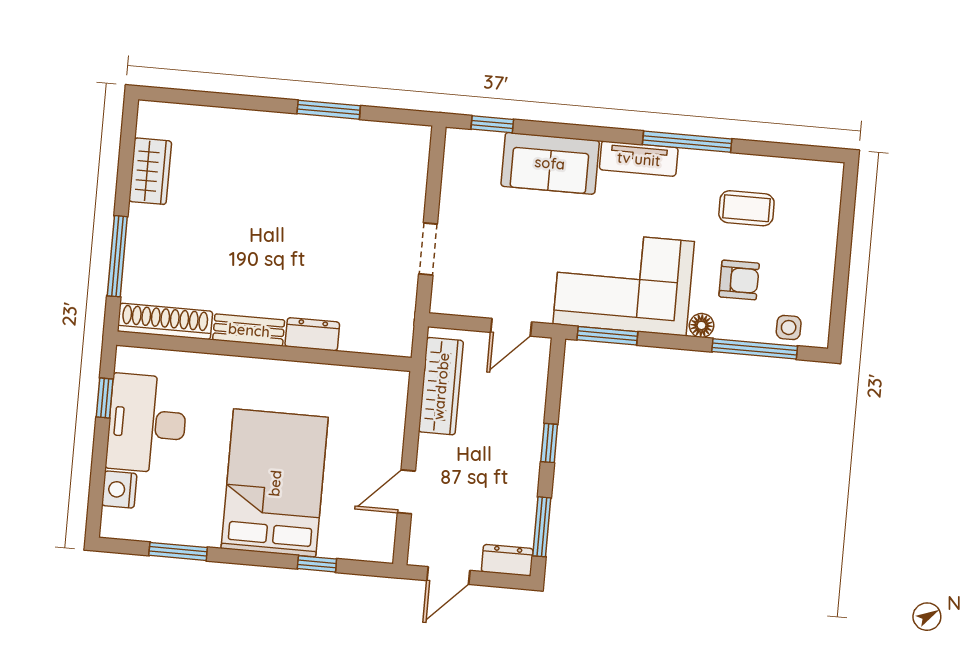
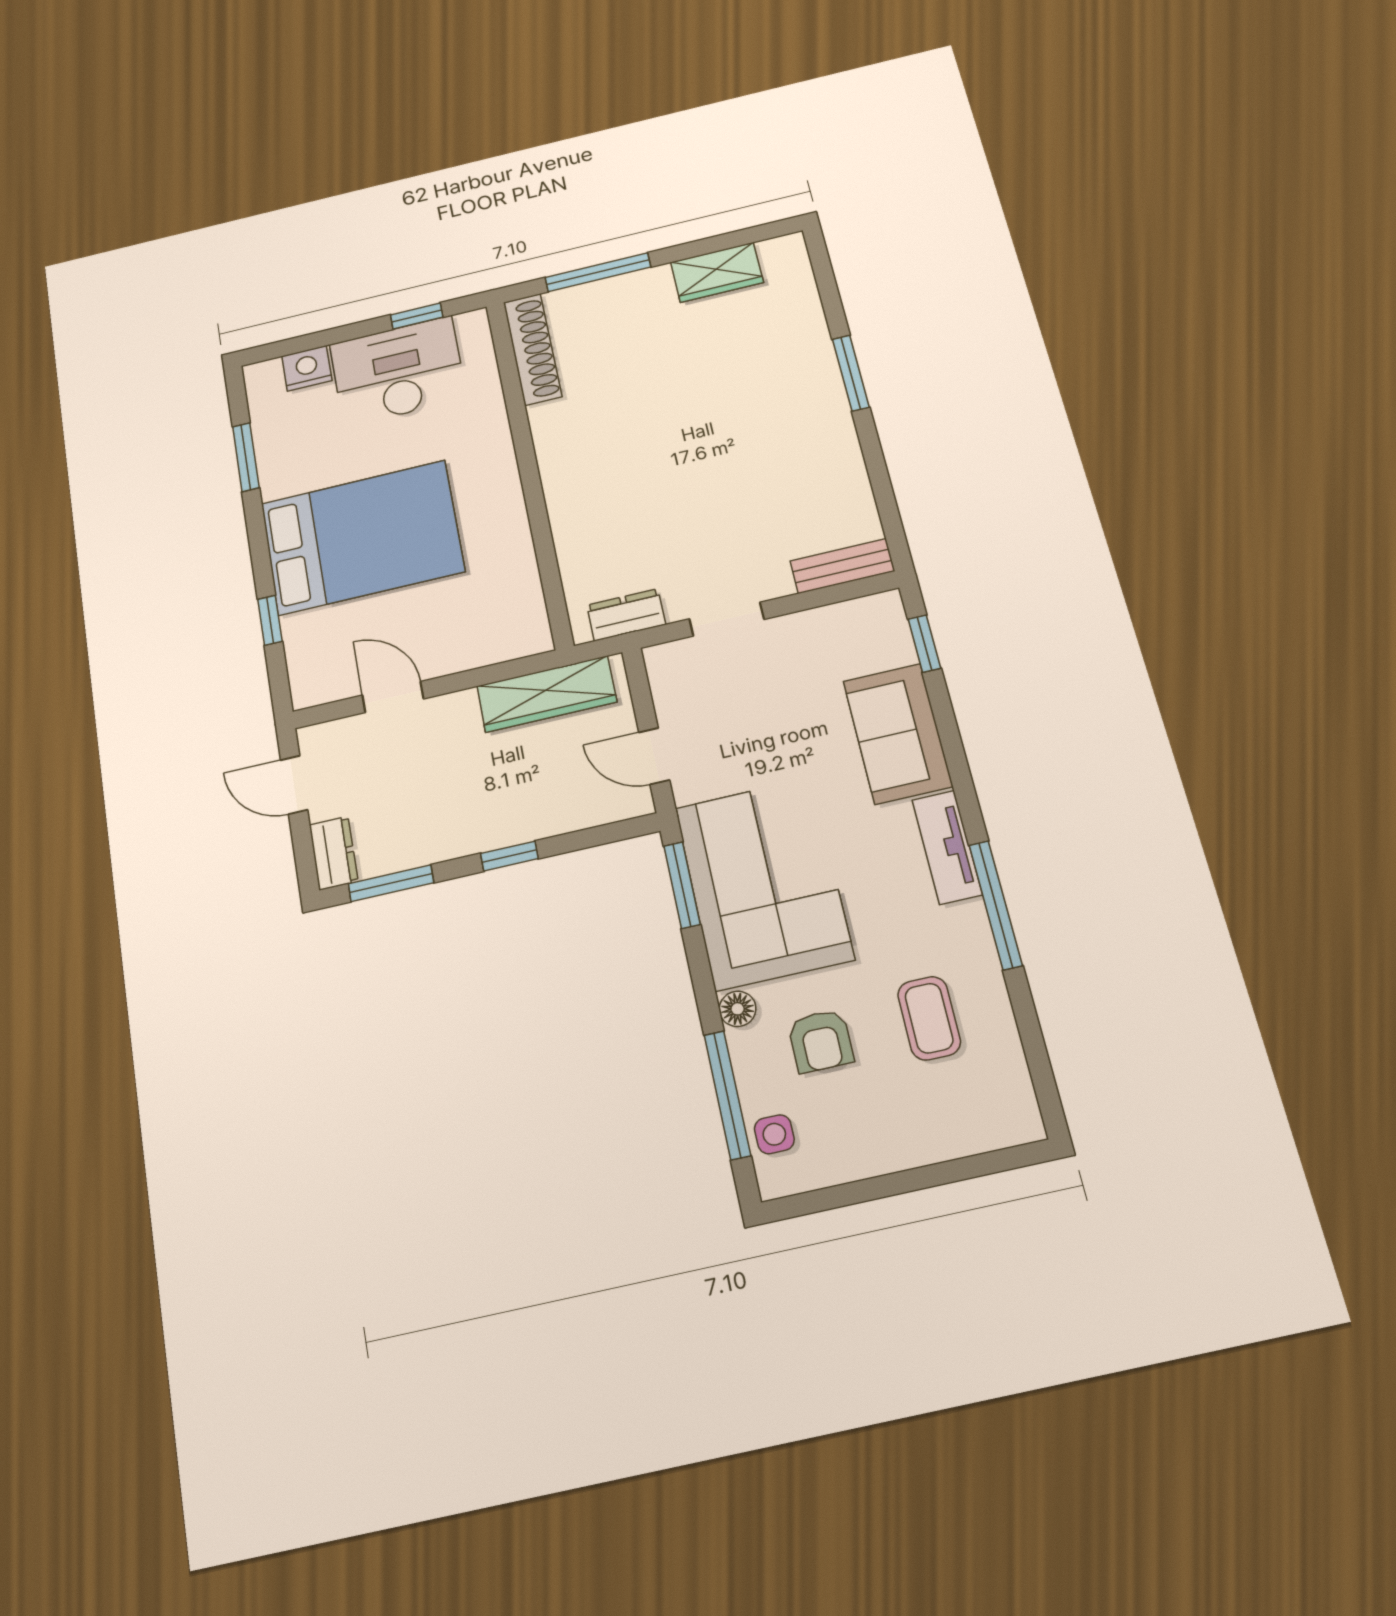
window: (329, 110) -> (851, 373), moved
bench: (249, 330) -> (842, 566), moved, turned 90
dresser: (312, 334) -> (626, 615), moved, turned -90

